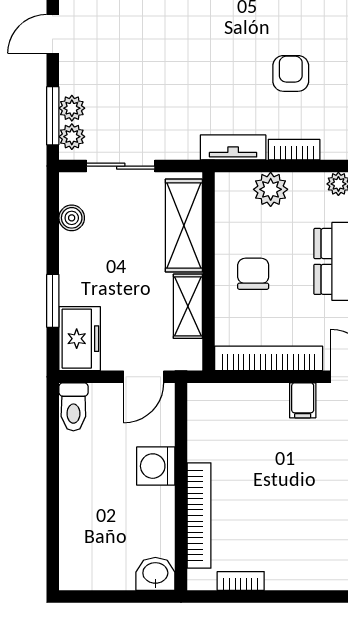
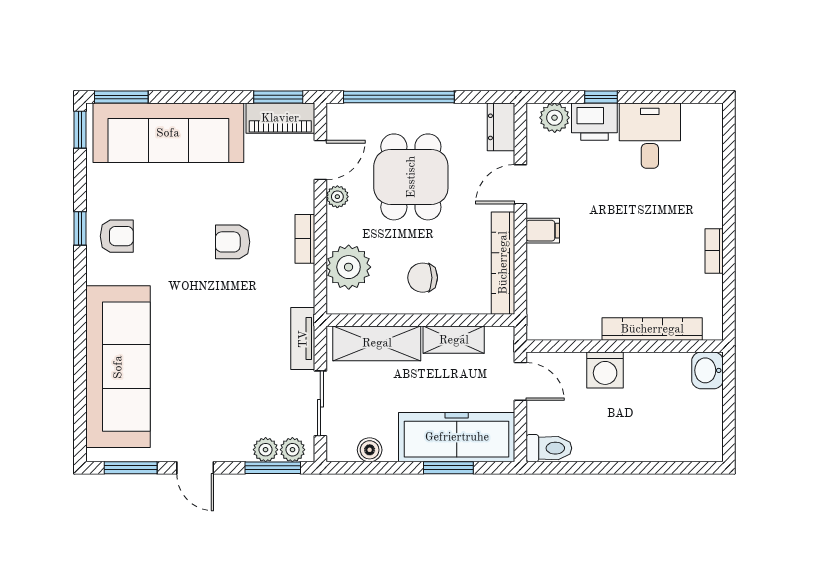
tv unit: (233, 147) -> (303, 339), moved
plant: (271, 189) -> (349, 267), width x1.36, depth x1.36
freezer: (80, 339) -> (457, 437), width x1.91, depth x1.26
bookcase: (241, 581) -> (714, 251), moved

